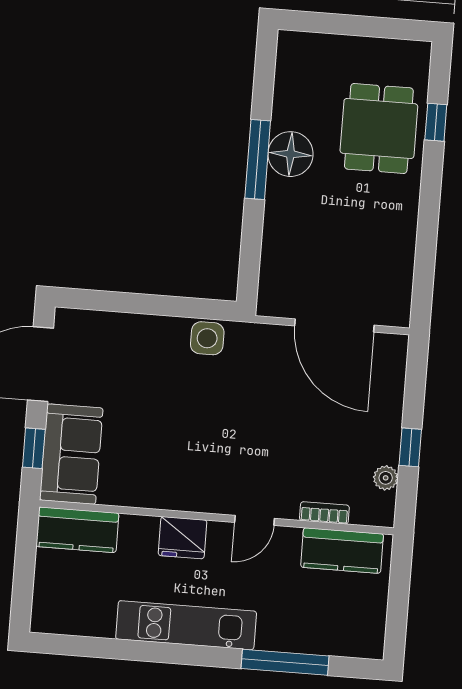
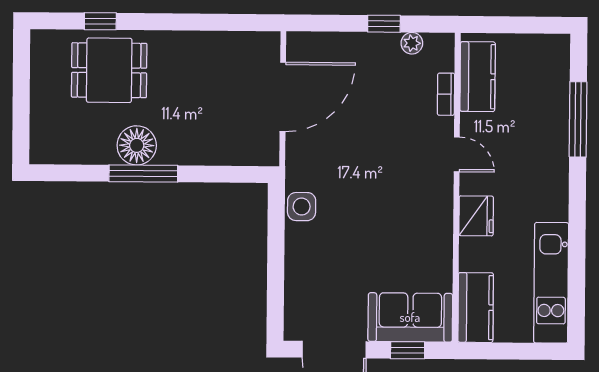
kitchen unit: (186, 625) -> (551, 283), moved

